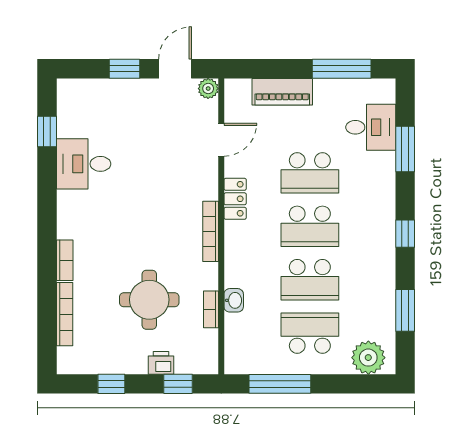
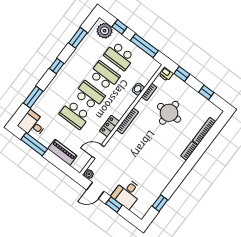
desk: (371, 127) -> (33, 124), moved
desk: (84, 164) -> (127, 193), moved, turned 90
school desk: (310, 173) -> (75, 115), turned 180
printer: (161, 363) -> (166, 74), moved
window: (347, 384) -> (120, 27), added

